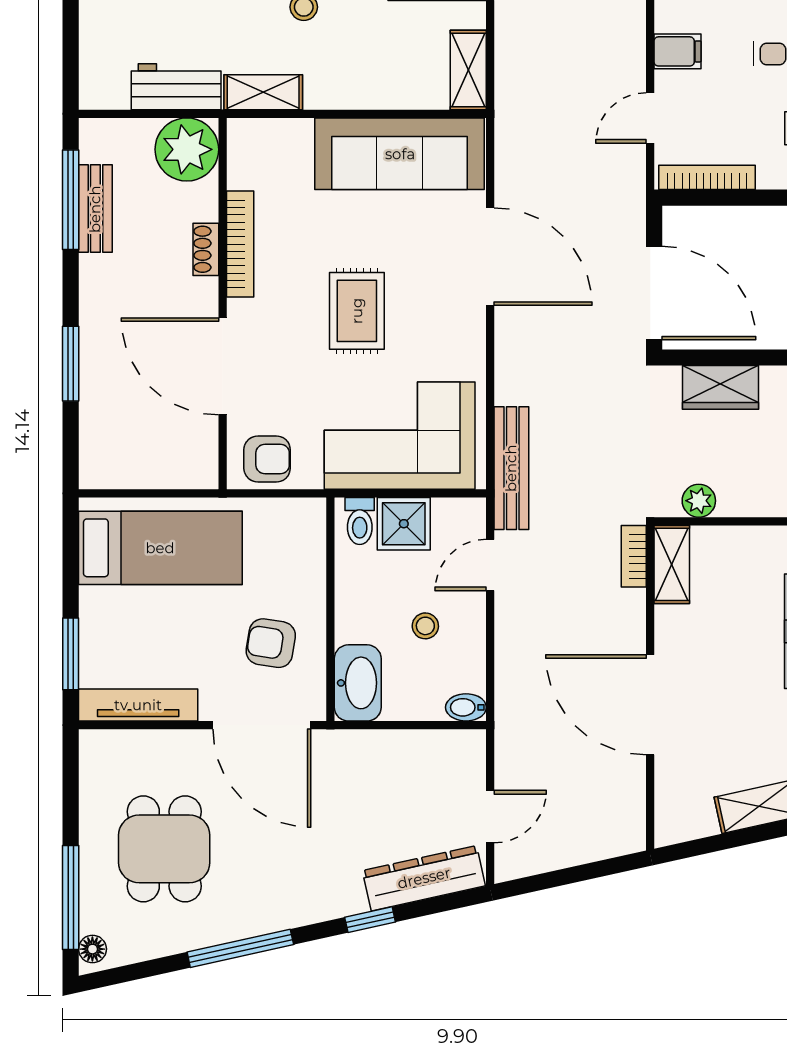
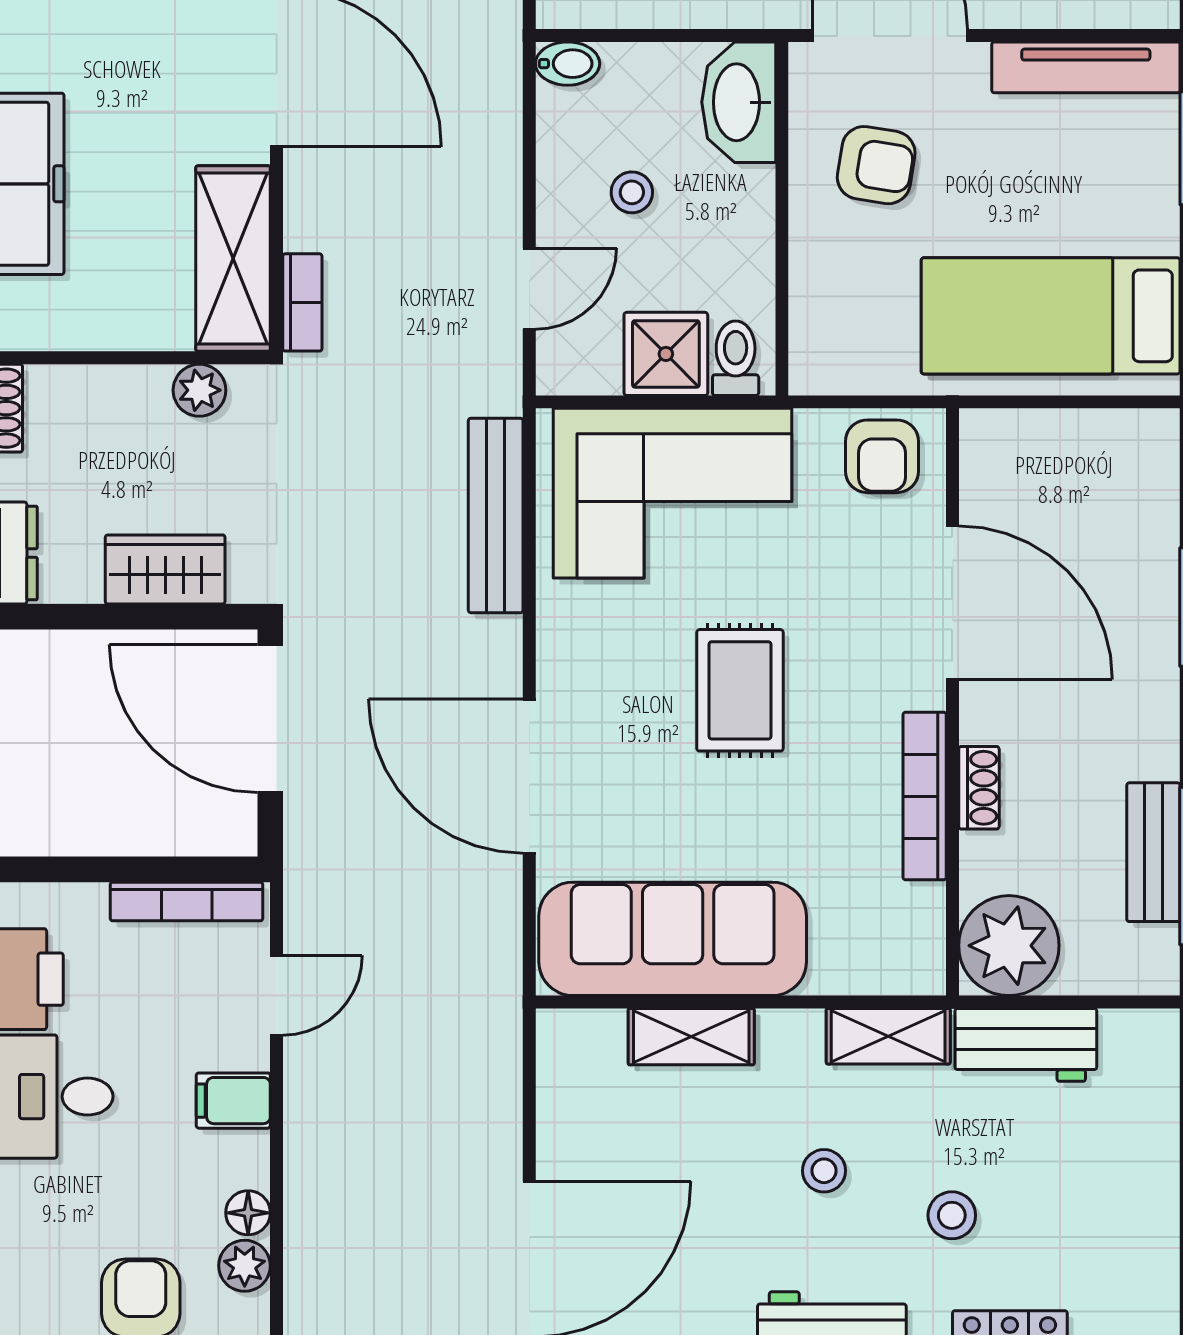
shelving: (468, 70) -> (691, 1037), moved, turned 90
armchair: (267, 459) -> (882, 456), turned -90
bench: (511, 468) -> (496, 515), moved
shelving: (672, 564) -> (233, 259), width x1.50, depth x1.33

